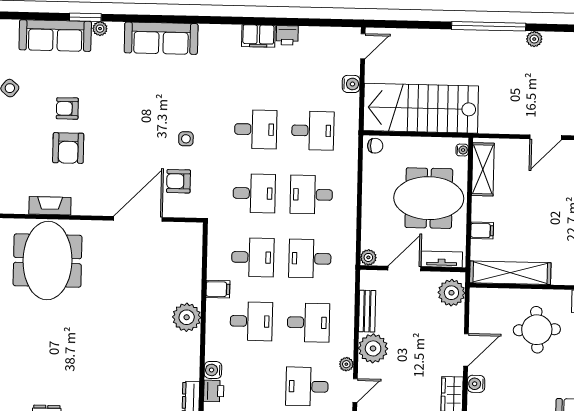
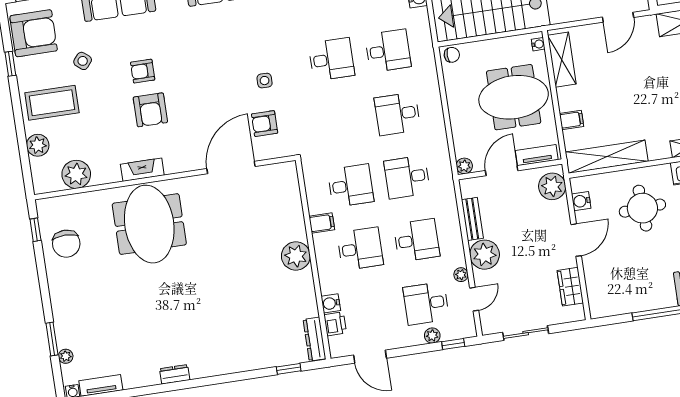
desk: (254, 193) -> (341, 122), removed
water cooler: (476, 384) -> (581, 201), moved

